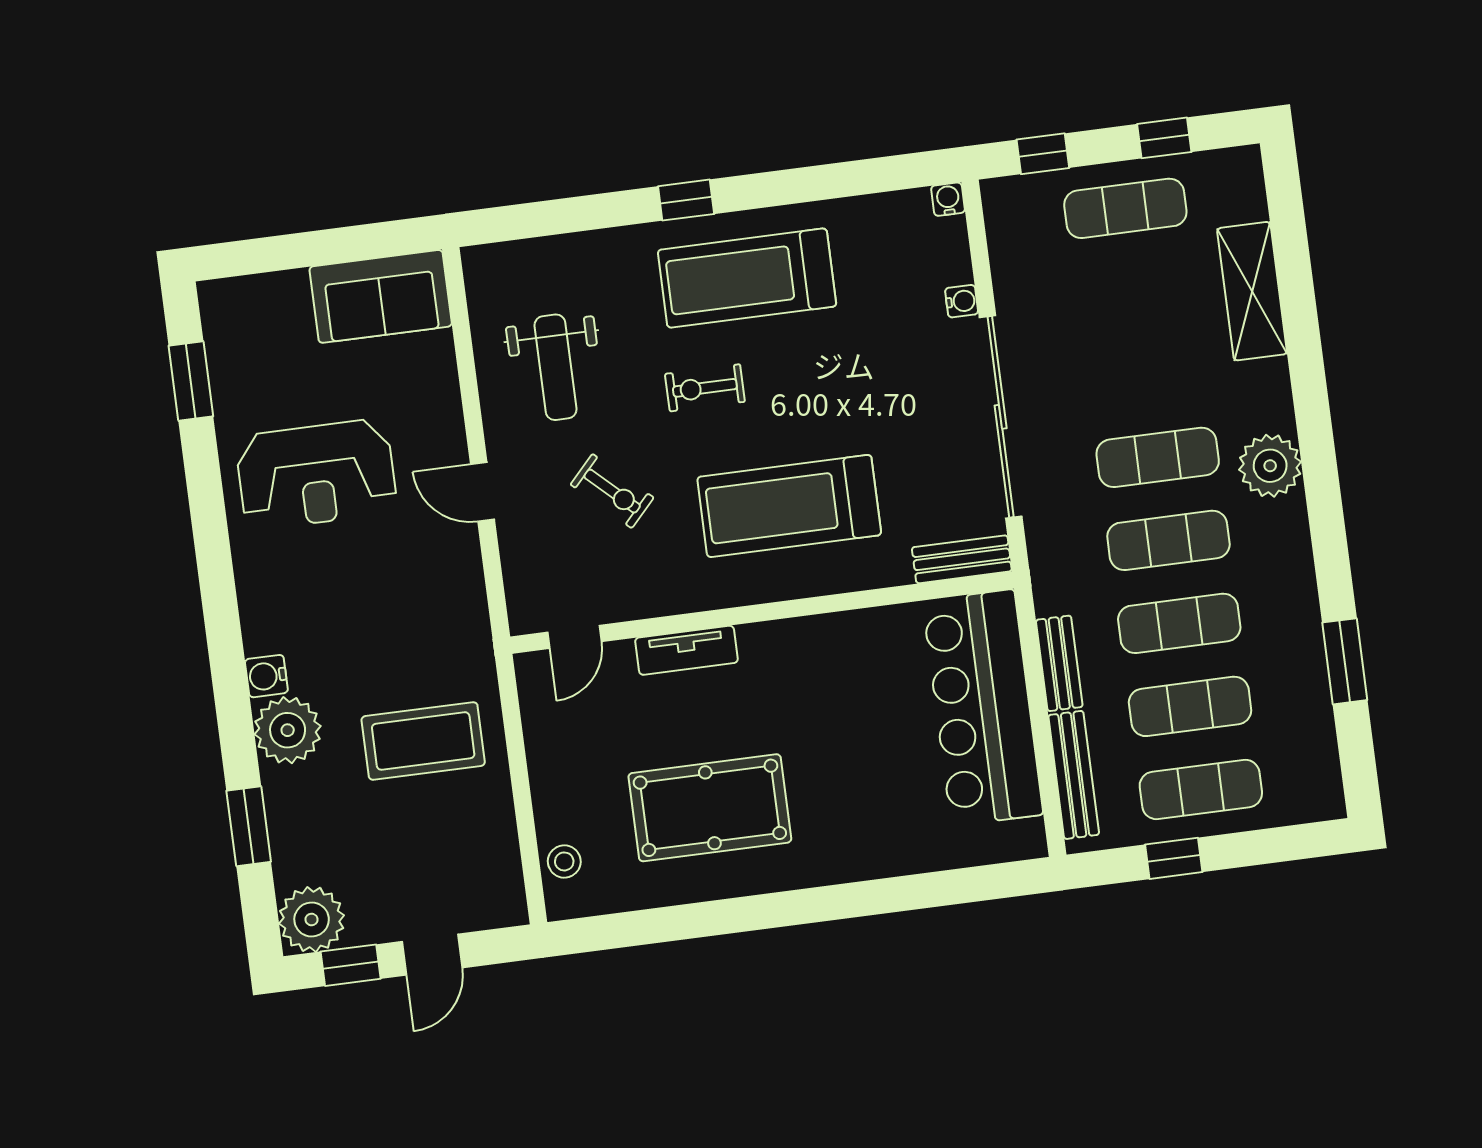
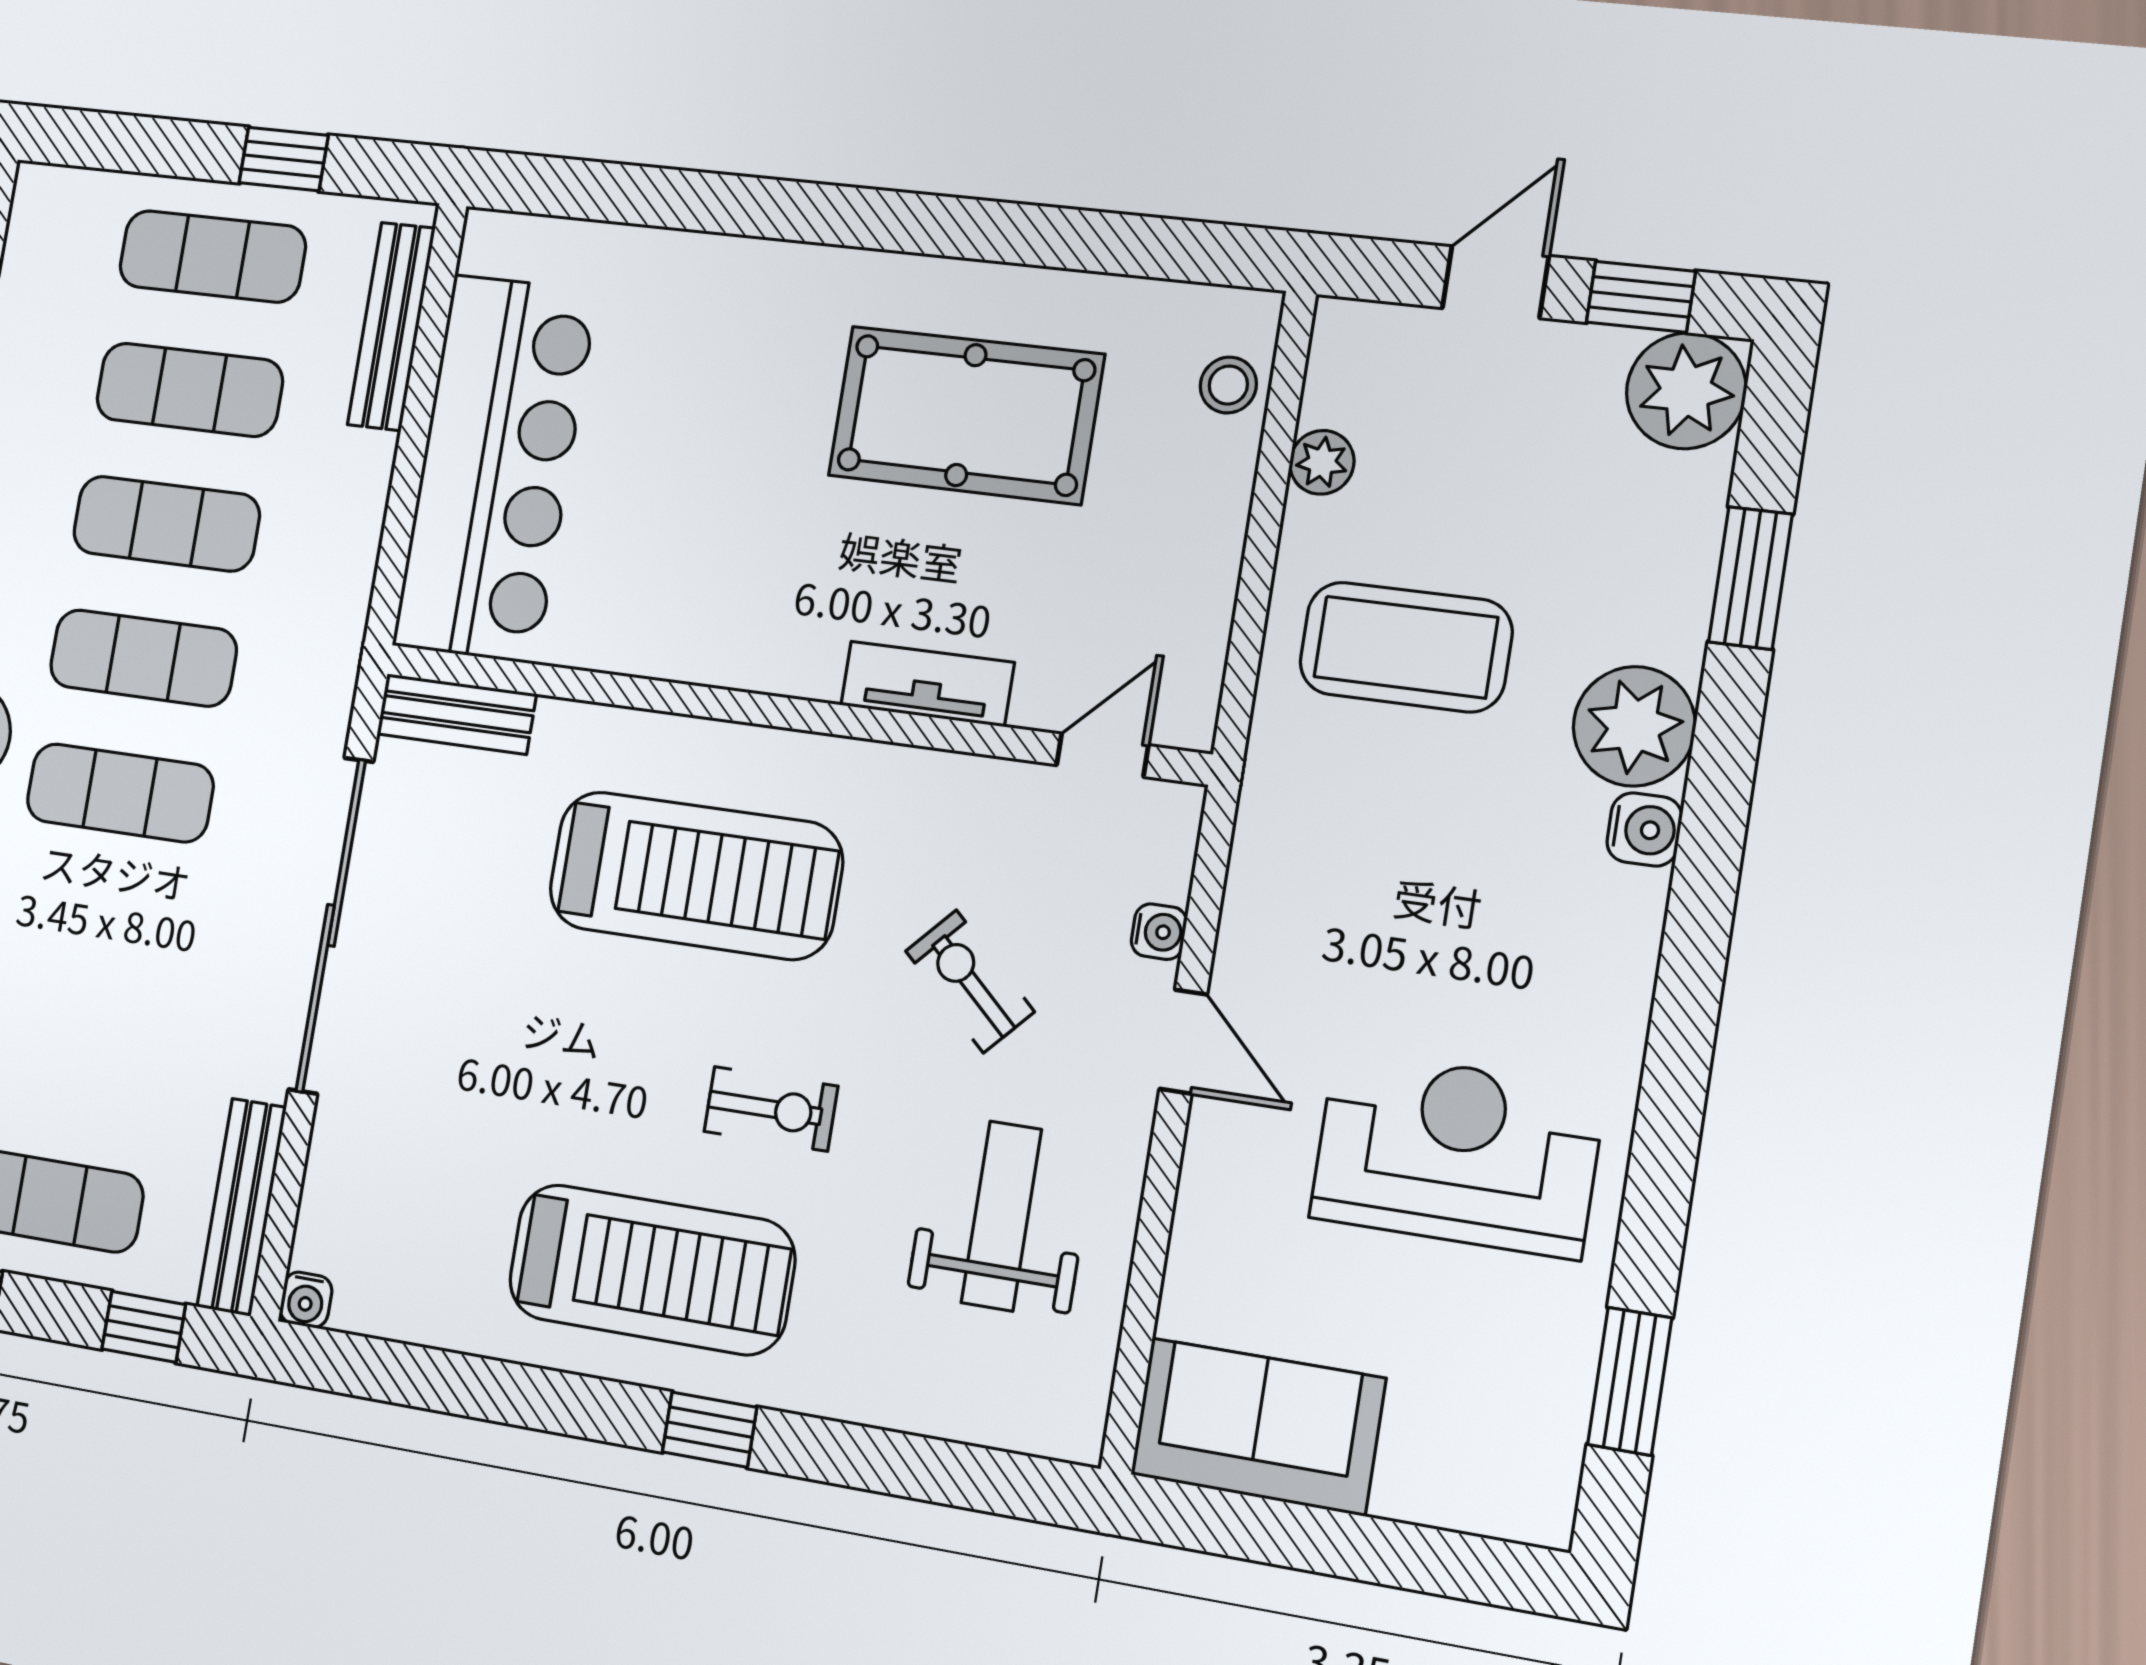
water cooler: (962, 301) -> (1159, 932), moved, turned 180
bench: (1059, 663) -> (242, 1207), moved, width x1.36
plant: (499, 831) -> (1322, 462), added

